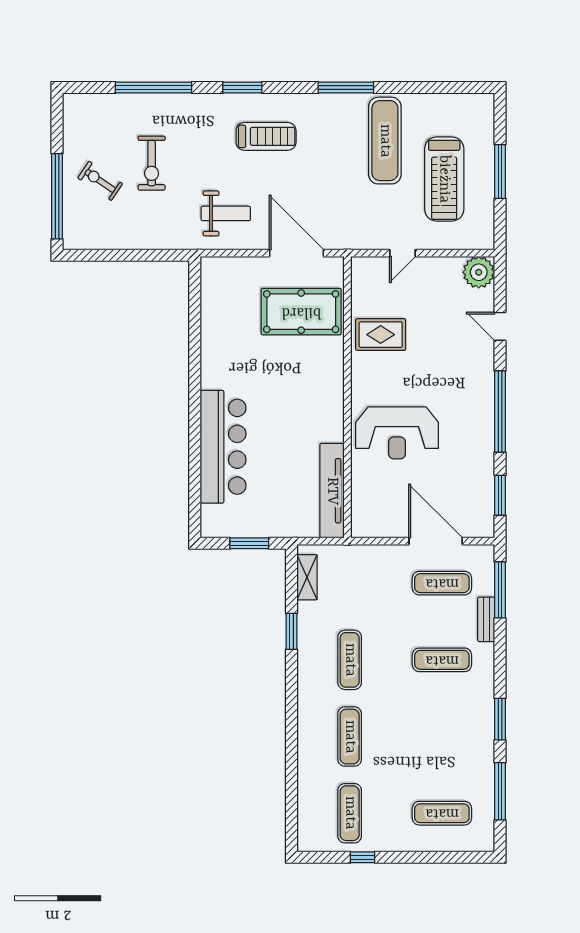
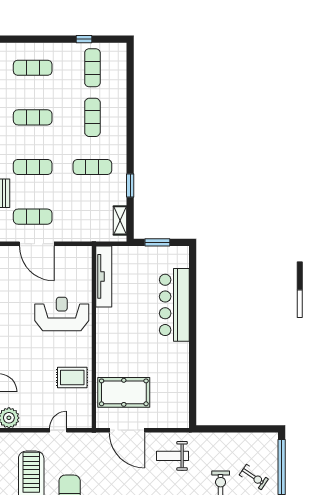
exercise mat: (350, 660) -> (92, 167), turned 90
exercise mat: (442, 737) -> (33, 117), added

